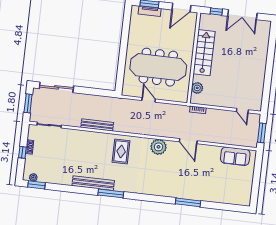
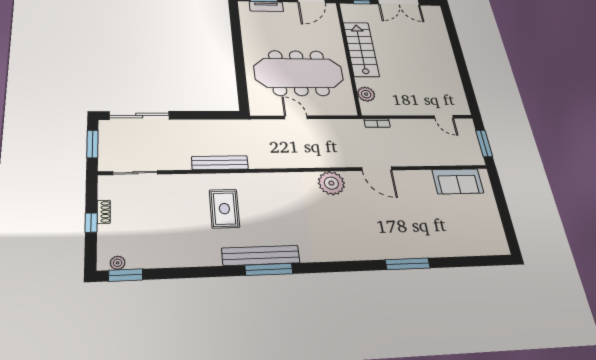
rug: (121, 151) -> (224, 209), moved
bench: (93, 183) -> (261, 255), moved

